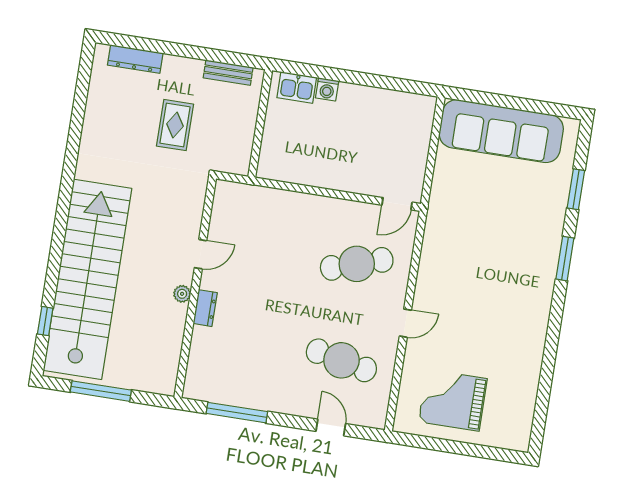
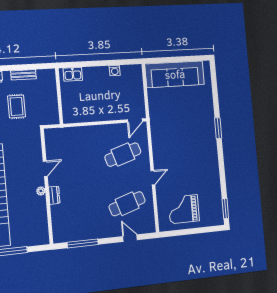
bench: (228, 73) -> (23, 75), moved
washing machine: (327, 89) -> (115, 71), moved
window: (576, 189) -> (225, 209), moved
cafe table: (341, 360) -> (127, 204), turned -30

